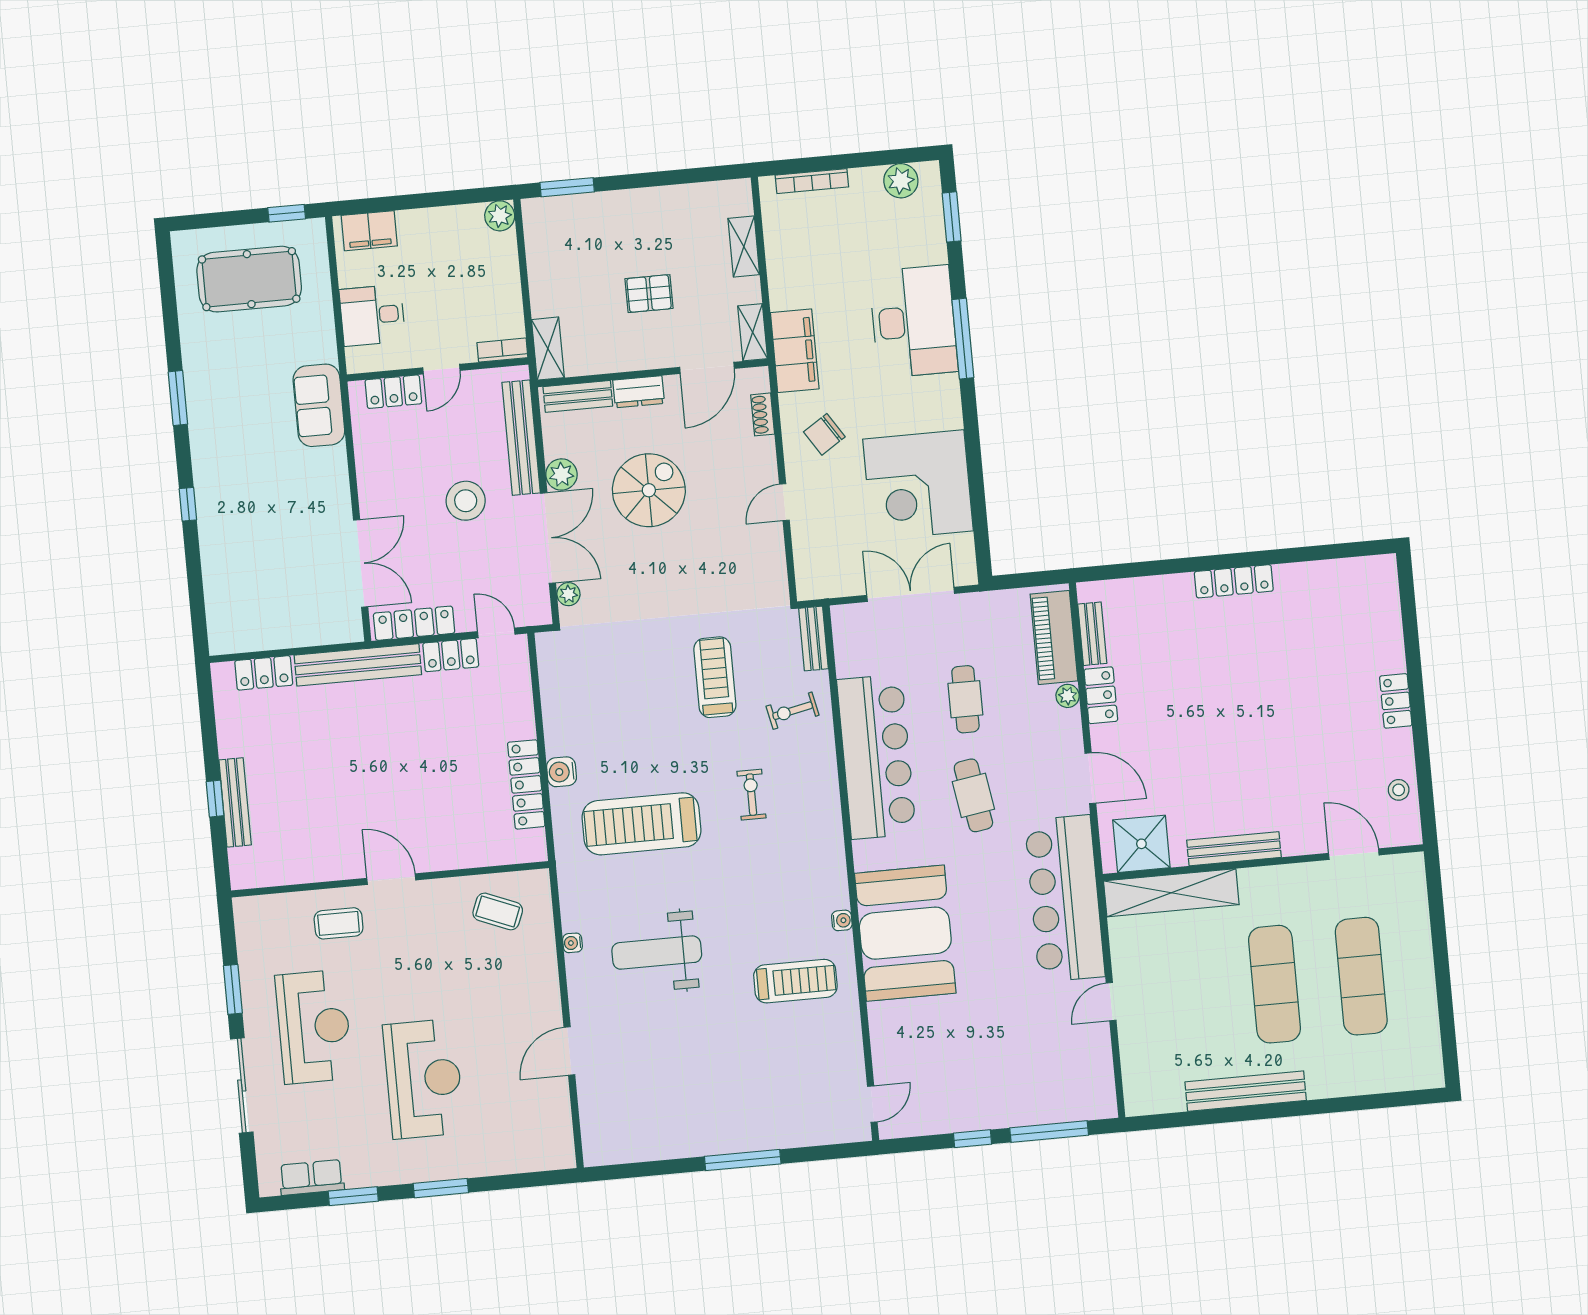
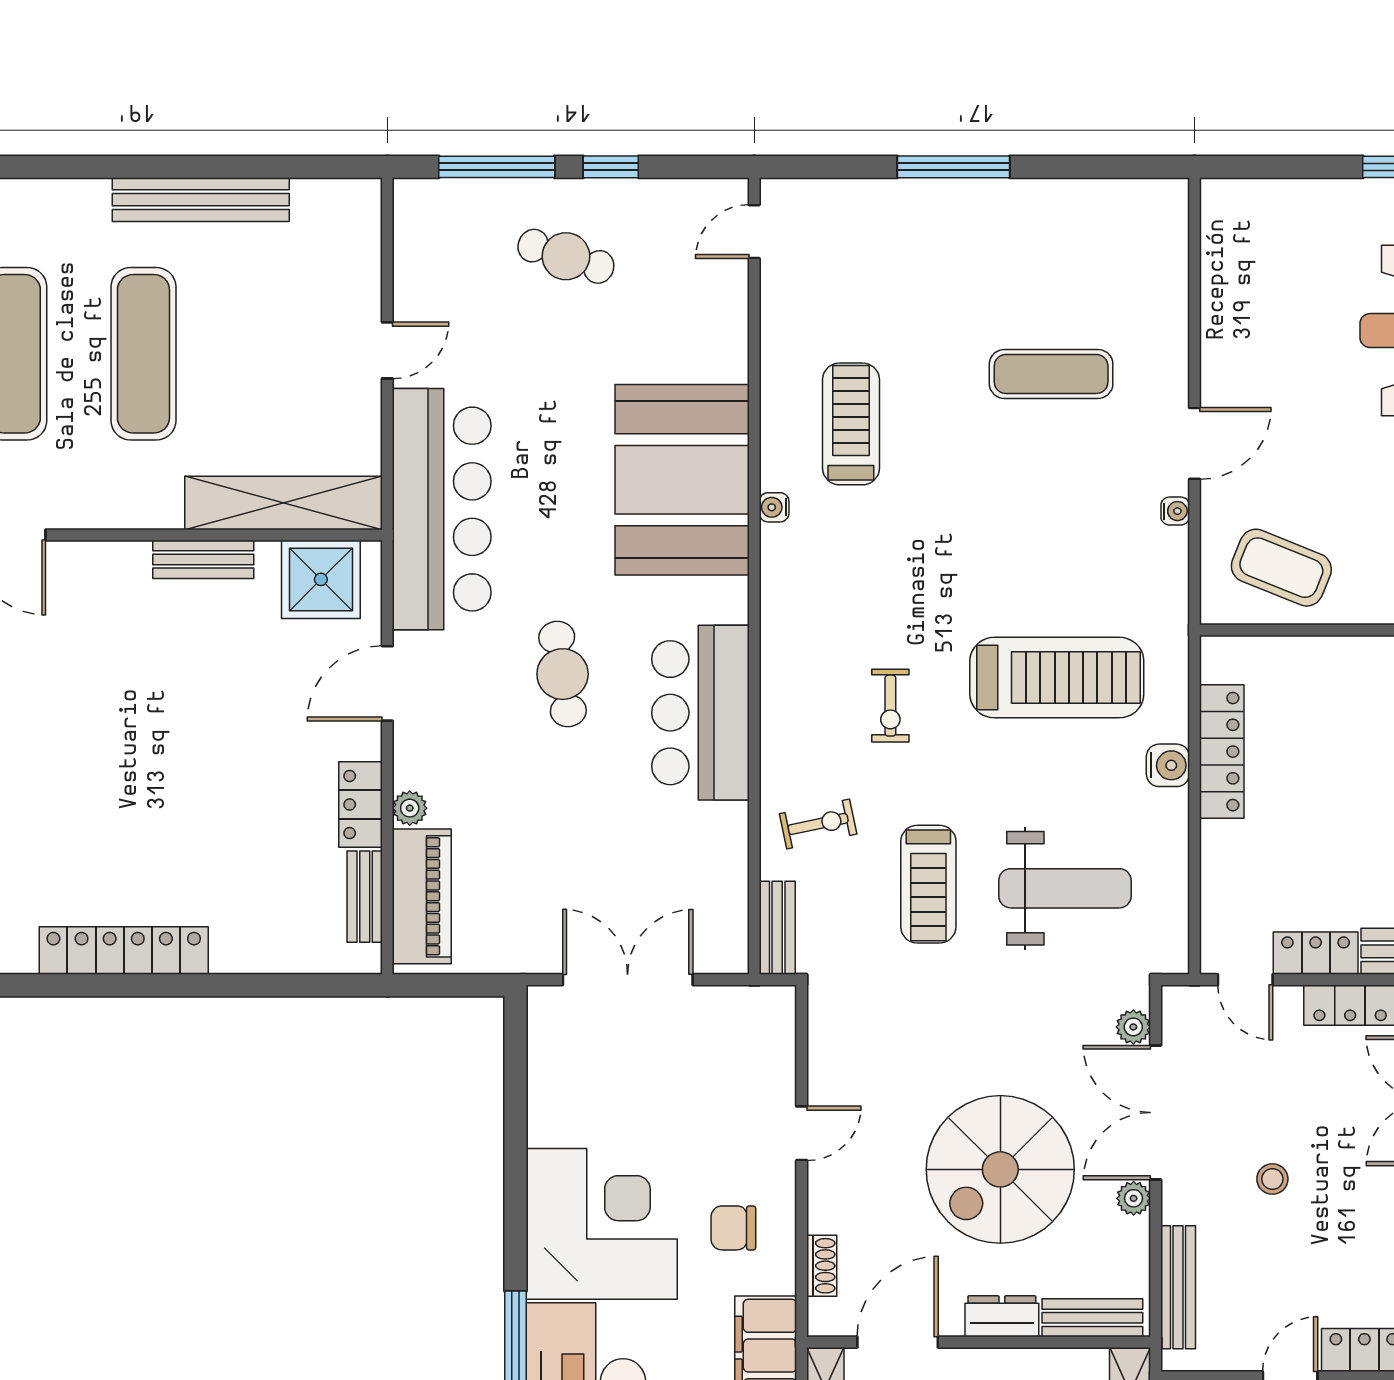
chair: (824, 434) -> (733, 1228), turned -147
bench: (521, 438) -> (1178, 1287), width x0.73, depth x0.82
plant: (561, 474) -> (1134, 1198), width x0.73, depth x0.73
corner desk: (918, 485) -> (602, 1224), moved
spiral stairs: (649, 490) -> (1000, 1169), width x1.37, depth x1.37
stool: (466, 501) -> (1272, 1179), width x0.53, depth x0.53
locker: (1234, 581) -> (124, 951), width x1.41, depth x1.21
double door: (911, 594) -> (628, 980), swing flipped
cafe table: (965, 699) -> (566, 256), moved, turned -72
bar counter: (876, 757) -> (700, 713), width x0.73
door: (1090, 778) -> (387, 683), hinge flipped
bench: (1234, 849) -> (203, 559), width x0.73
coffee table: (498, 911) -> (1281, 568), width x1.36, depth x1.30
weight bench: (657, 953) -> (1065, 888), moved
treadmill: (795, 981) -> (851, 424), turned 90
exercise mat: (664, 1027) -> (1051, 374), added
door: (569, 1051) -> (1194, 443), moved

